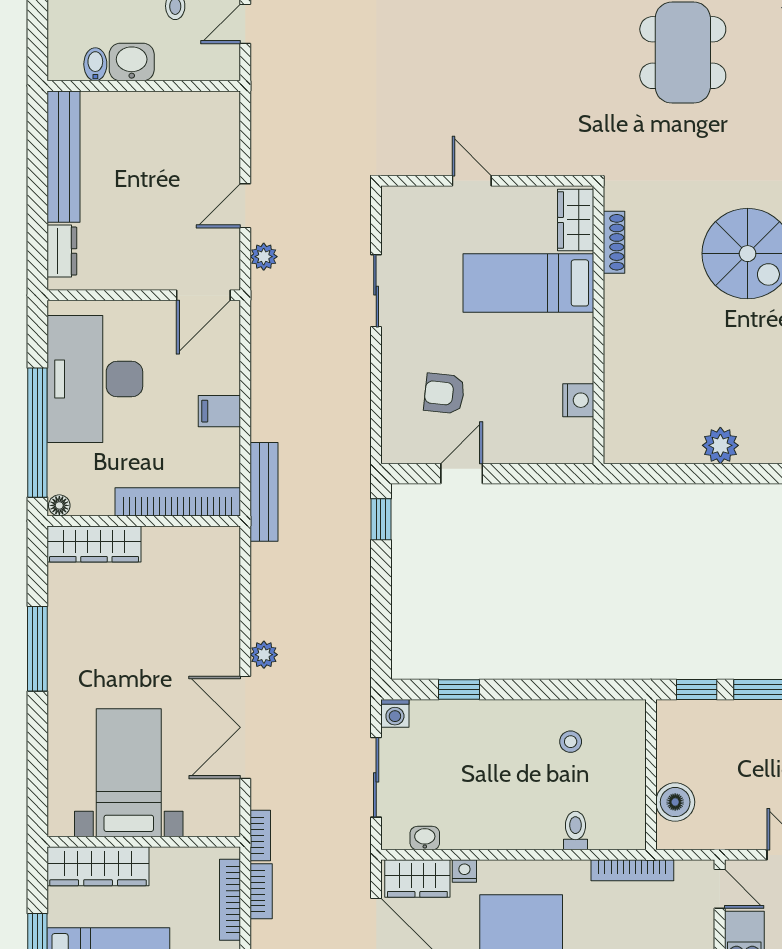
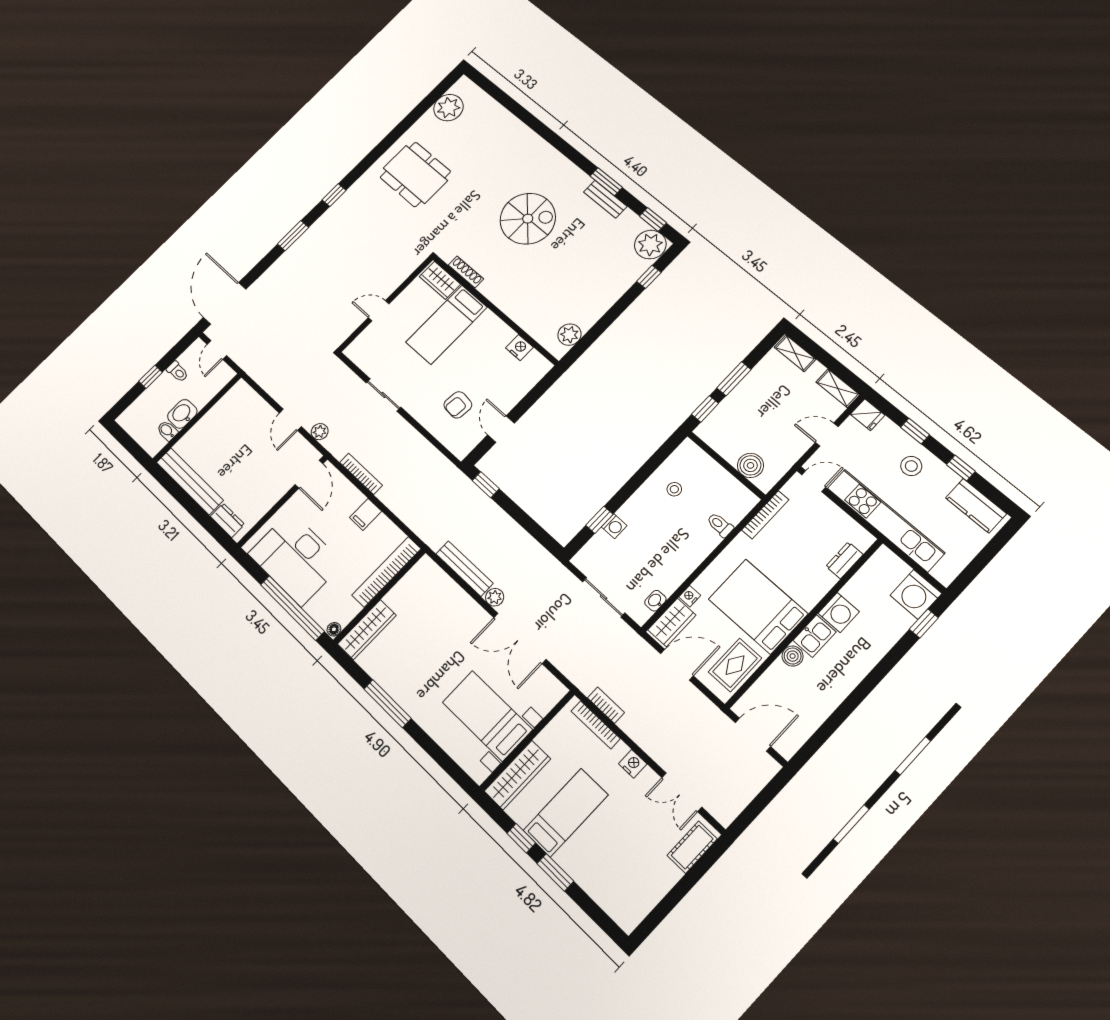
plant: (720, 445) -> (569, 335), moved
bench: (264, 492) -> (464, 569), moved
washing machine: (395, 713) -> (614, 526), moved
bookcase: (260, 836) -> (361, 474), moved, width x1.56

